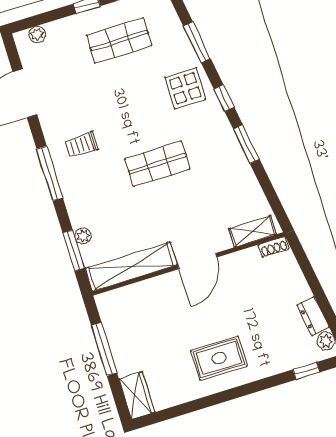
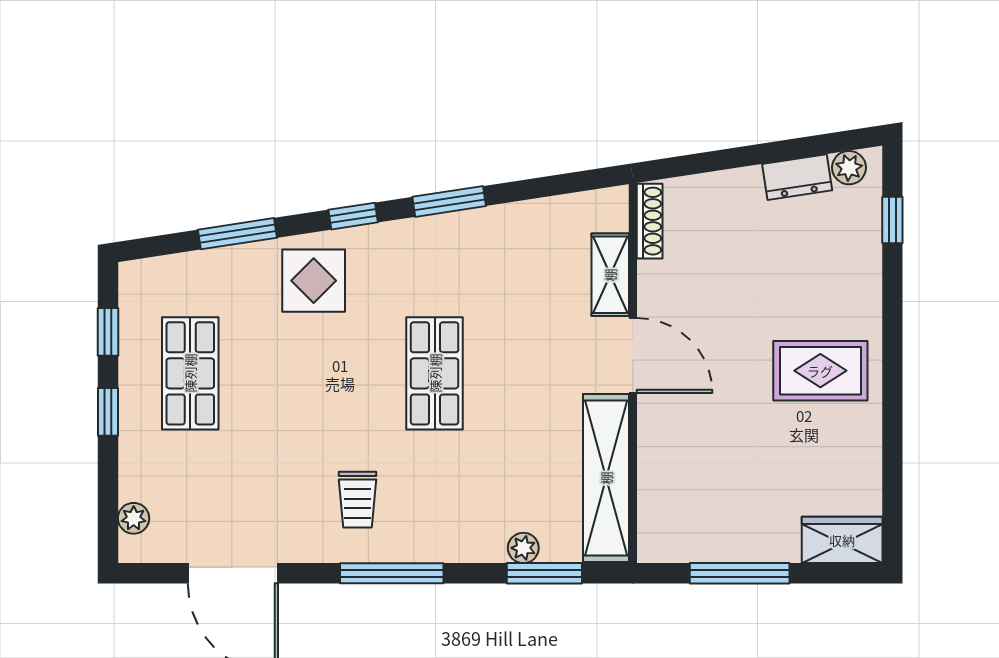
shelving: (252, 231) -> (610, 275), moved
shoe rack: (274, 247) -> (650, 221), width x1.43
rug: (219, 358) -> (820, 371), turned 90

